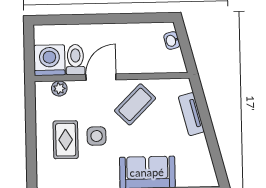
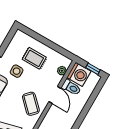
window: (29, 45) -> (93, 69), added
side table: (97, 136) -> (17, 71), moved

